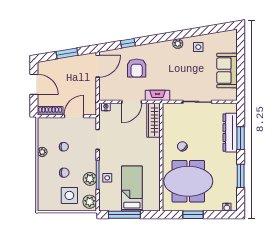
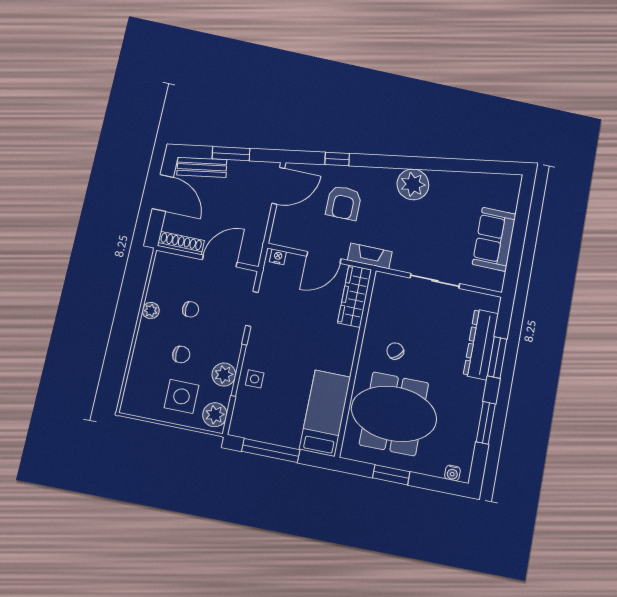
plant: (178, 44) -> (413, 184), width x1.87, depth x1.87
side table: (198, 47) -> (454, 191), removed
bench: (52, 65) -> (202, 167), added
bed: (132, 189) -> (325, 413), moved

